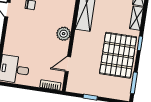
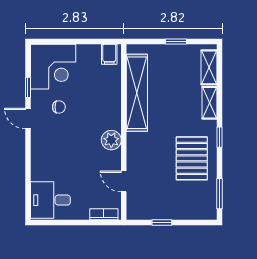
pallet: (118, 55) -> (192, 158), width x0.73, depth x0.71
door: (68, 64) -> (124, 181), hinge flipped

